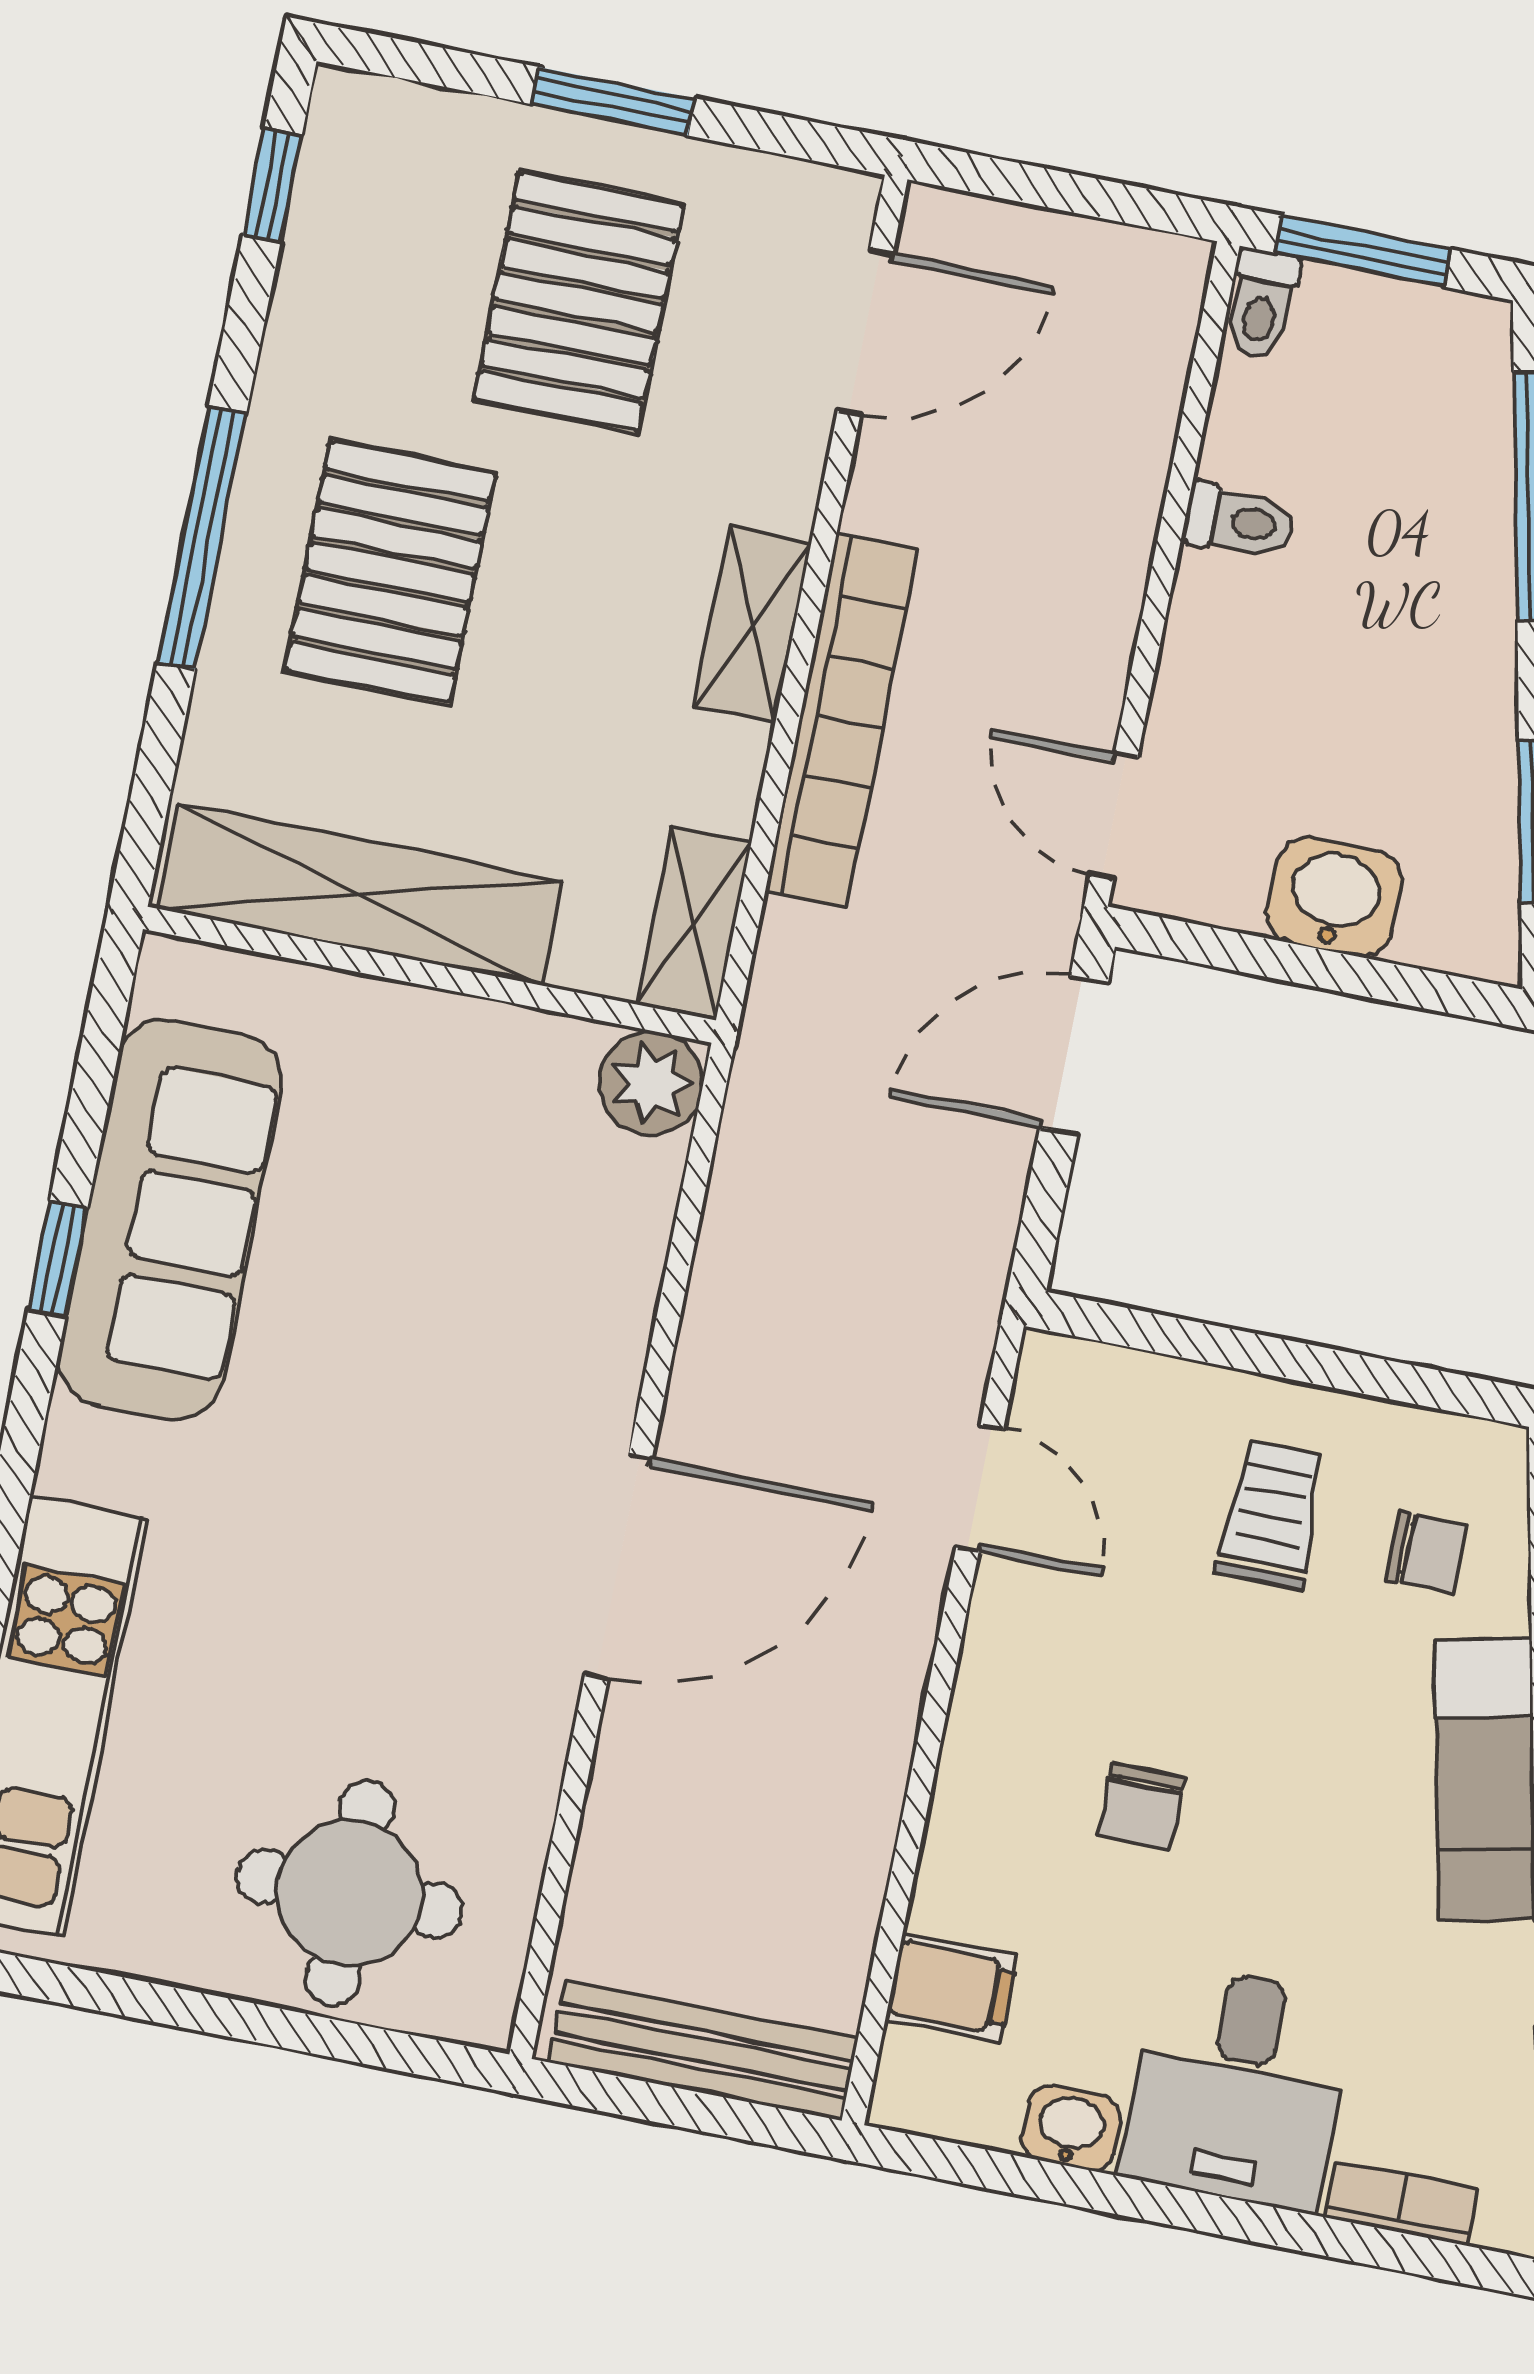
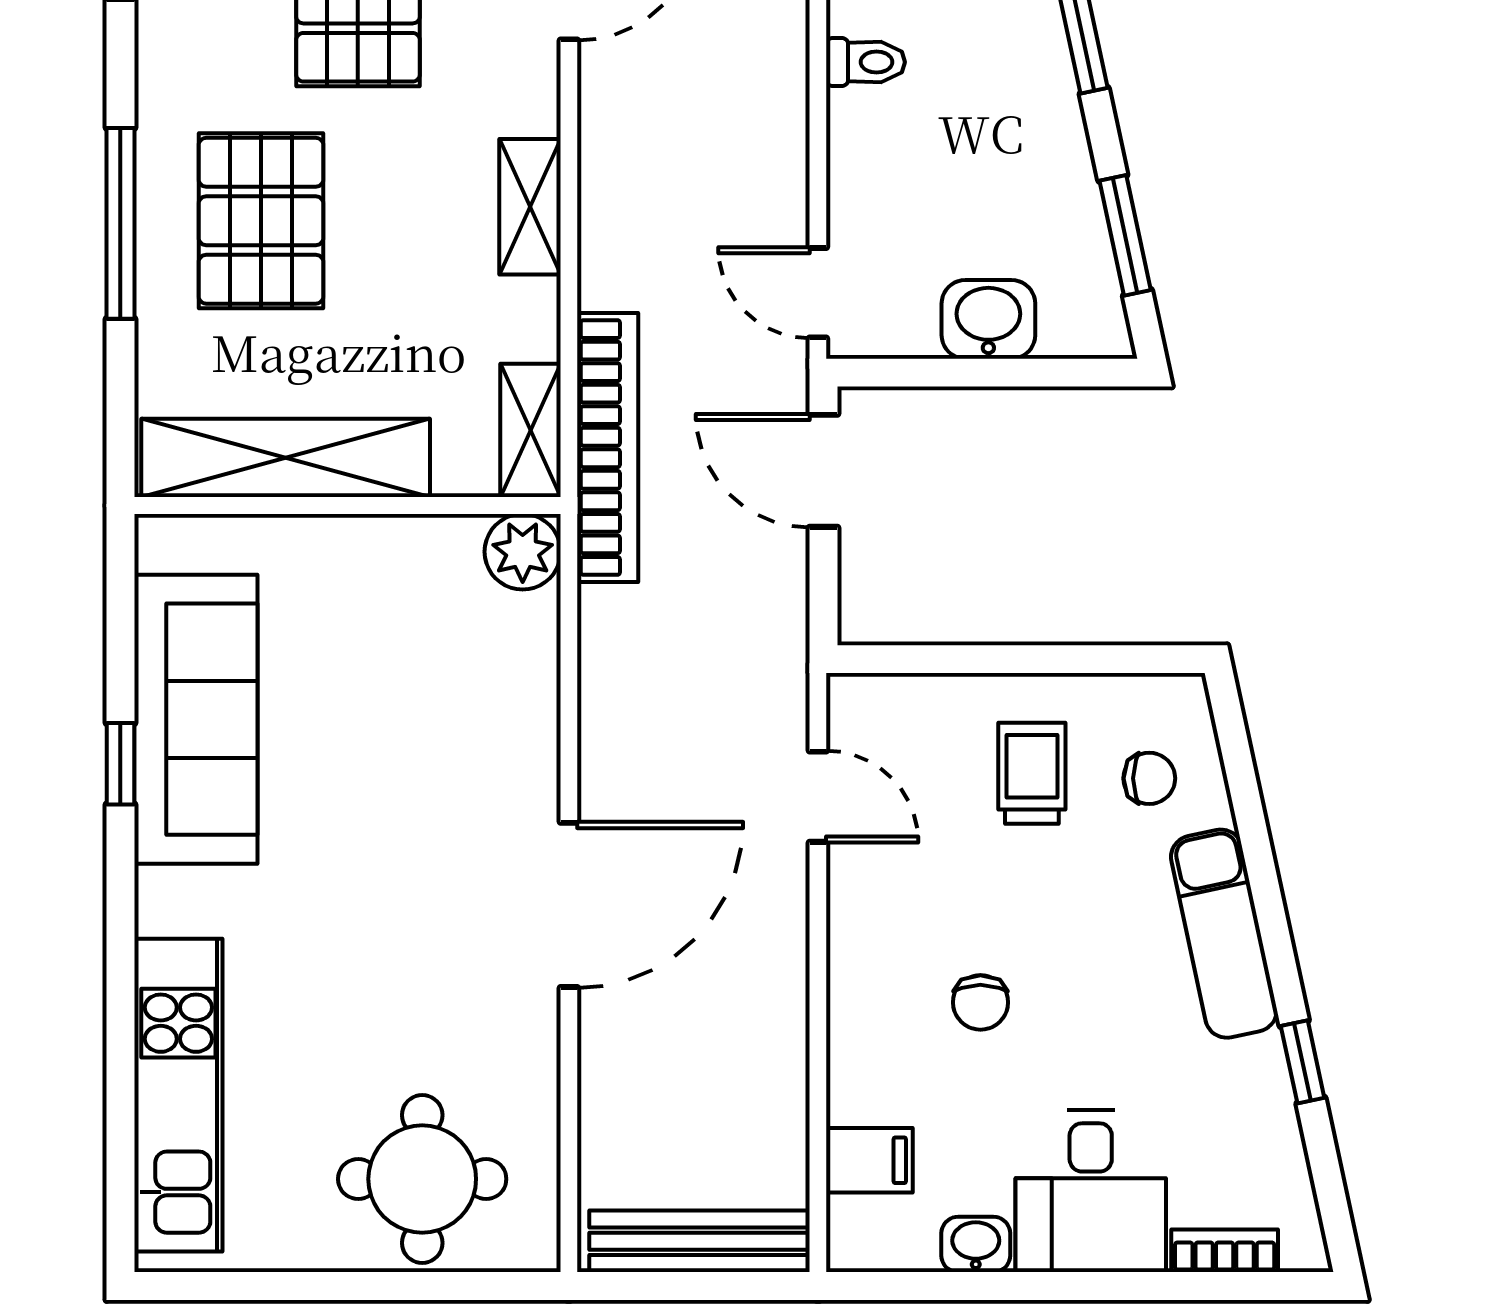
bookcase: (841, 720) -> (608, 447), moved
door: (1074, 1055) -> (823, 471), hinge flipped

